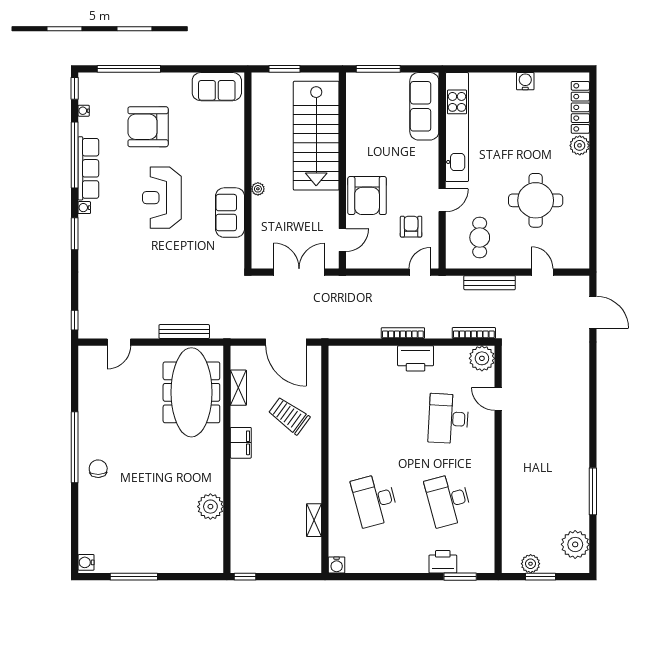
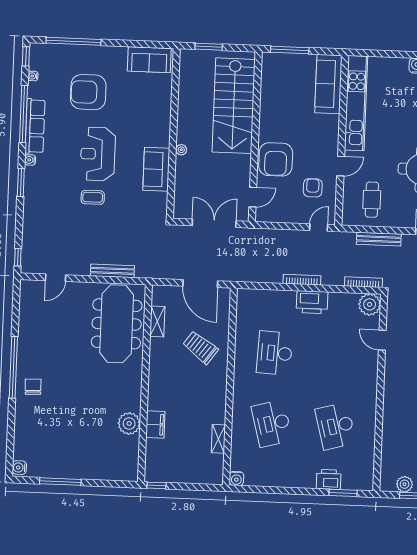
coffee table: (158, 248) -> (93, 197), added
desk: (448, 419) -> (275, 353), moved
filing cabinet: (241, 443) -> (155, 425), moved

